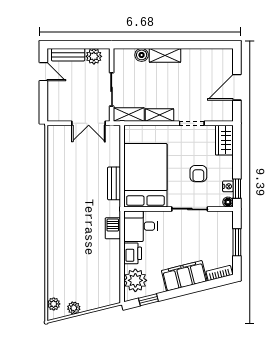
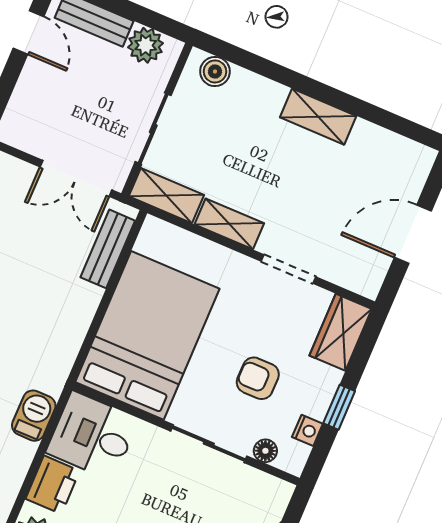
boiler: (142, 55) -> (215, 72), moved
shelving: (165, 55) -> (318, 117), moved
armchair: (198, 174) -> (258, 378), turned 90
bench: (114, 183) -> (108, 249), moved
window: (237, 189) -> (339, 407), moved
floor lamp: (228, 202) -> (265, 451), moved

